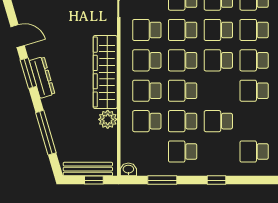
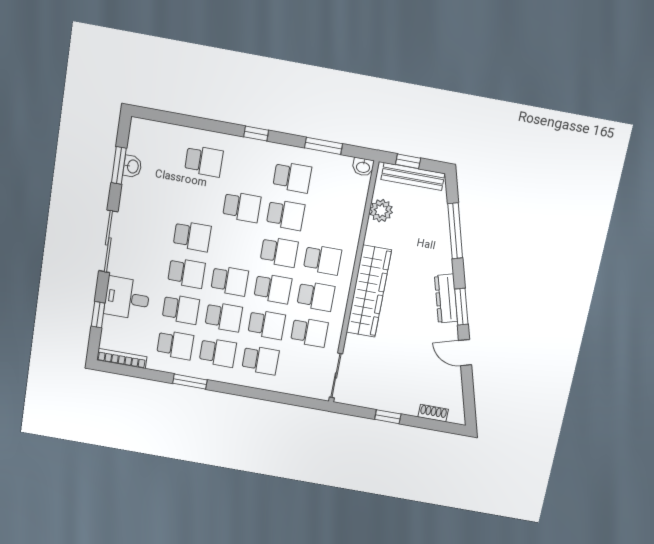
plant: (108, 119) -> (381, 211), moved
school desk: (147, 121) -> (329, 223), removed

